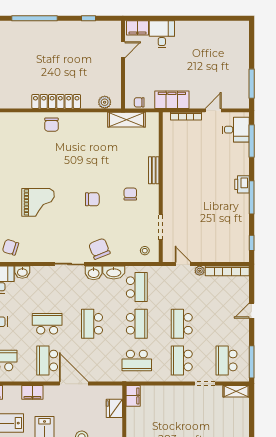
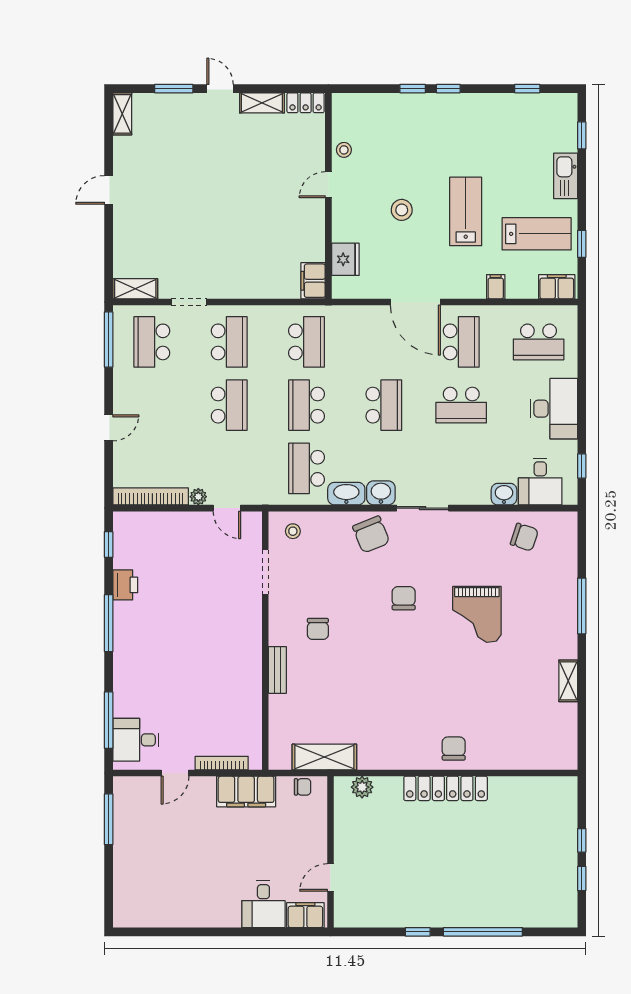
window: (88, 18) -> (418, 932), moved
printer: (242, 184) -> (125, 585), moved
chair: (92, 199) -> (404, 598), moved, turned 90
grand piano: (38, 202) -> (477, 614), turned -90
school desk: (137, 360) -> (307, 342), turned 90
school desk: (227, 360) -> (152, 342), turned 180
filing cabinet: (32, 392) -> (496, 287), width x0.50

